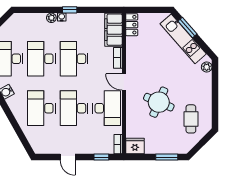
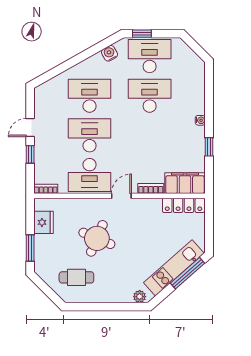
window: (70, 10) -> (209, 147), moved
plant: (51, 18) -> (199, 108), removed
locker: (132, 25) -> (184, 205), width x1.53
window: (187, 28) -> (188, 273), width x1.44
desk: (74, 59) -> (150, 135), removed
fridge: (135, 146) -> (44, 222), moved
window: (101, 157) -> (30, 154), moved

